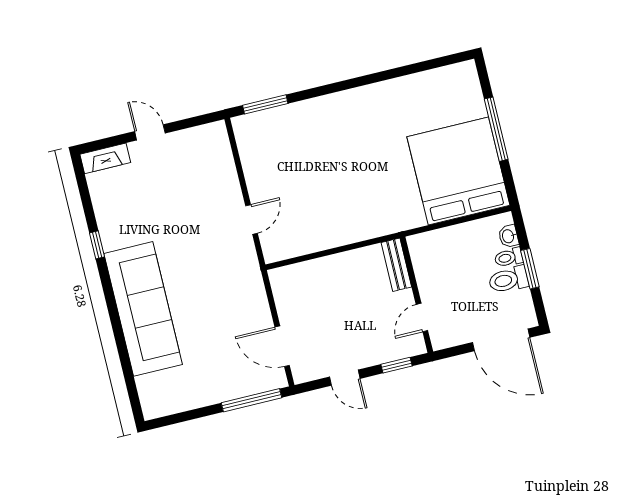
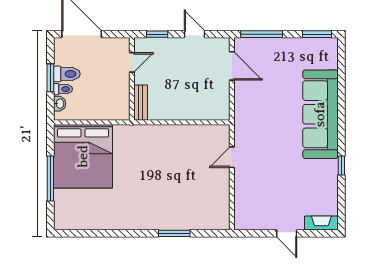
window: (265, 104) -> (174, 233), moved
window: (175, 419) -> (317, 34), added

